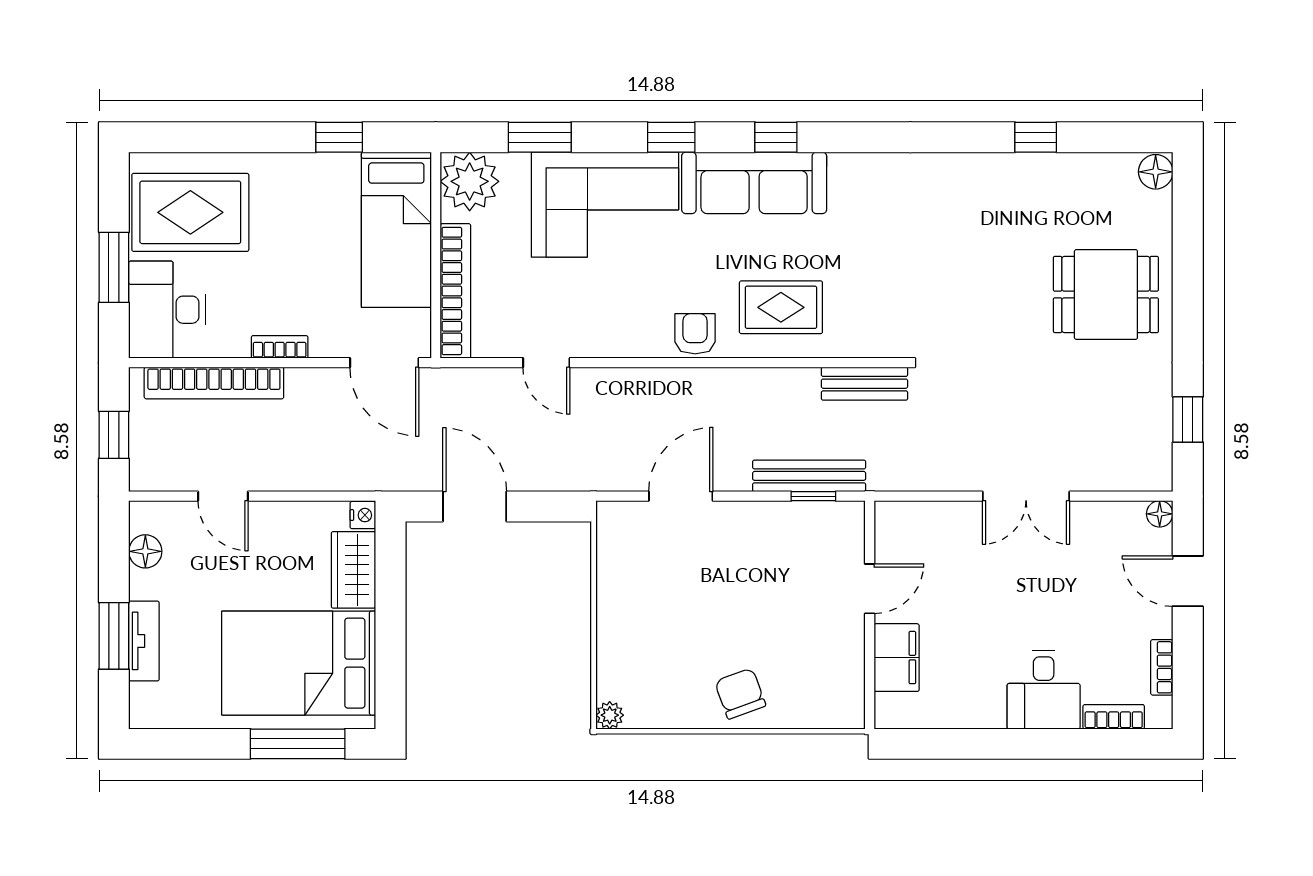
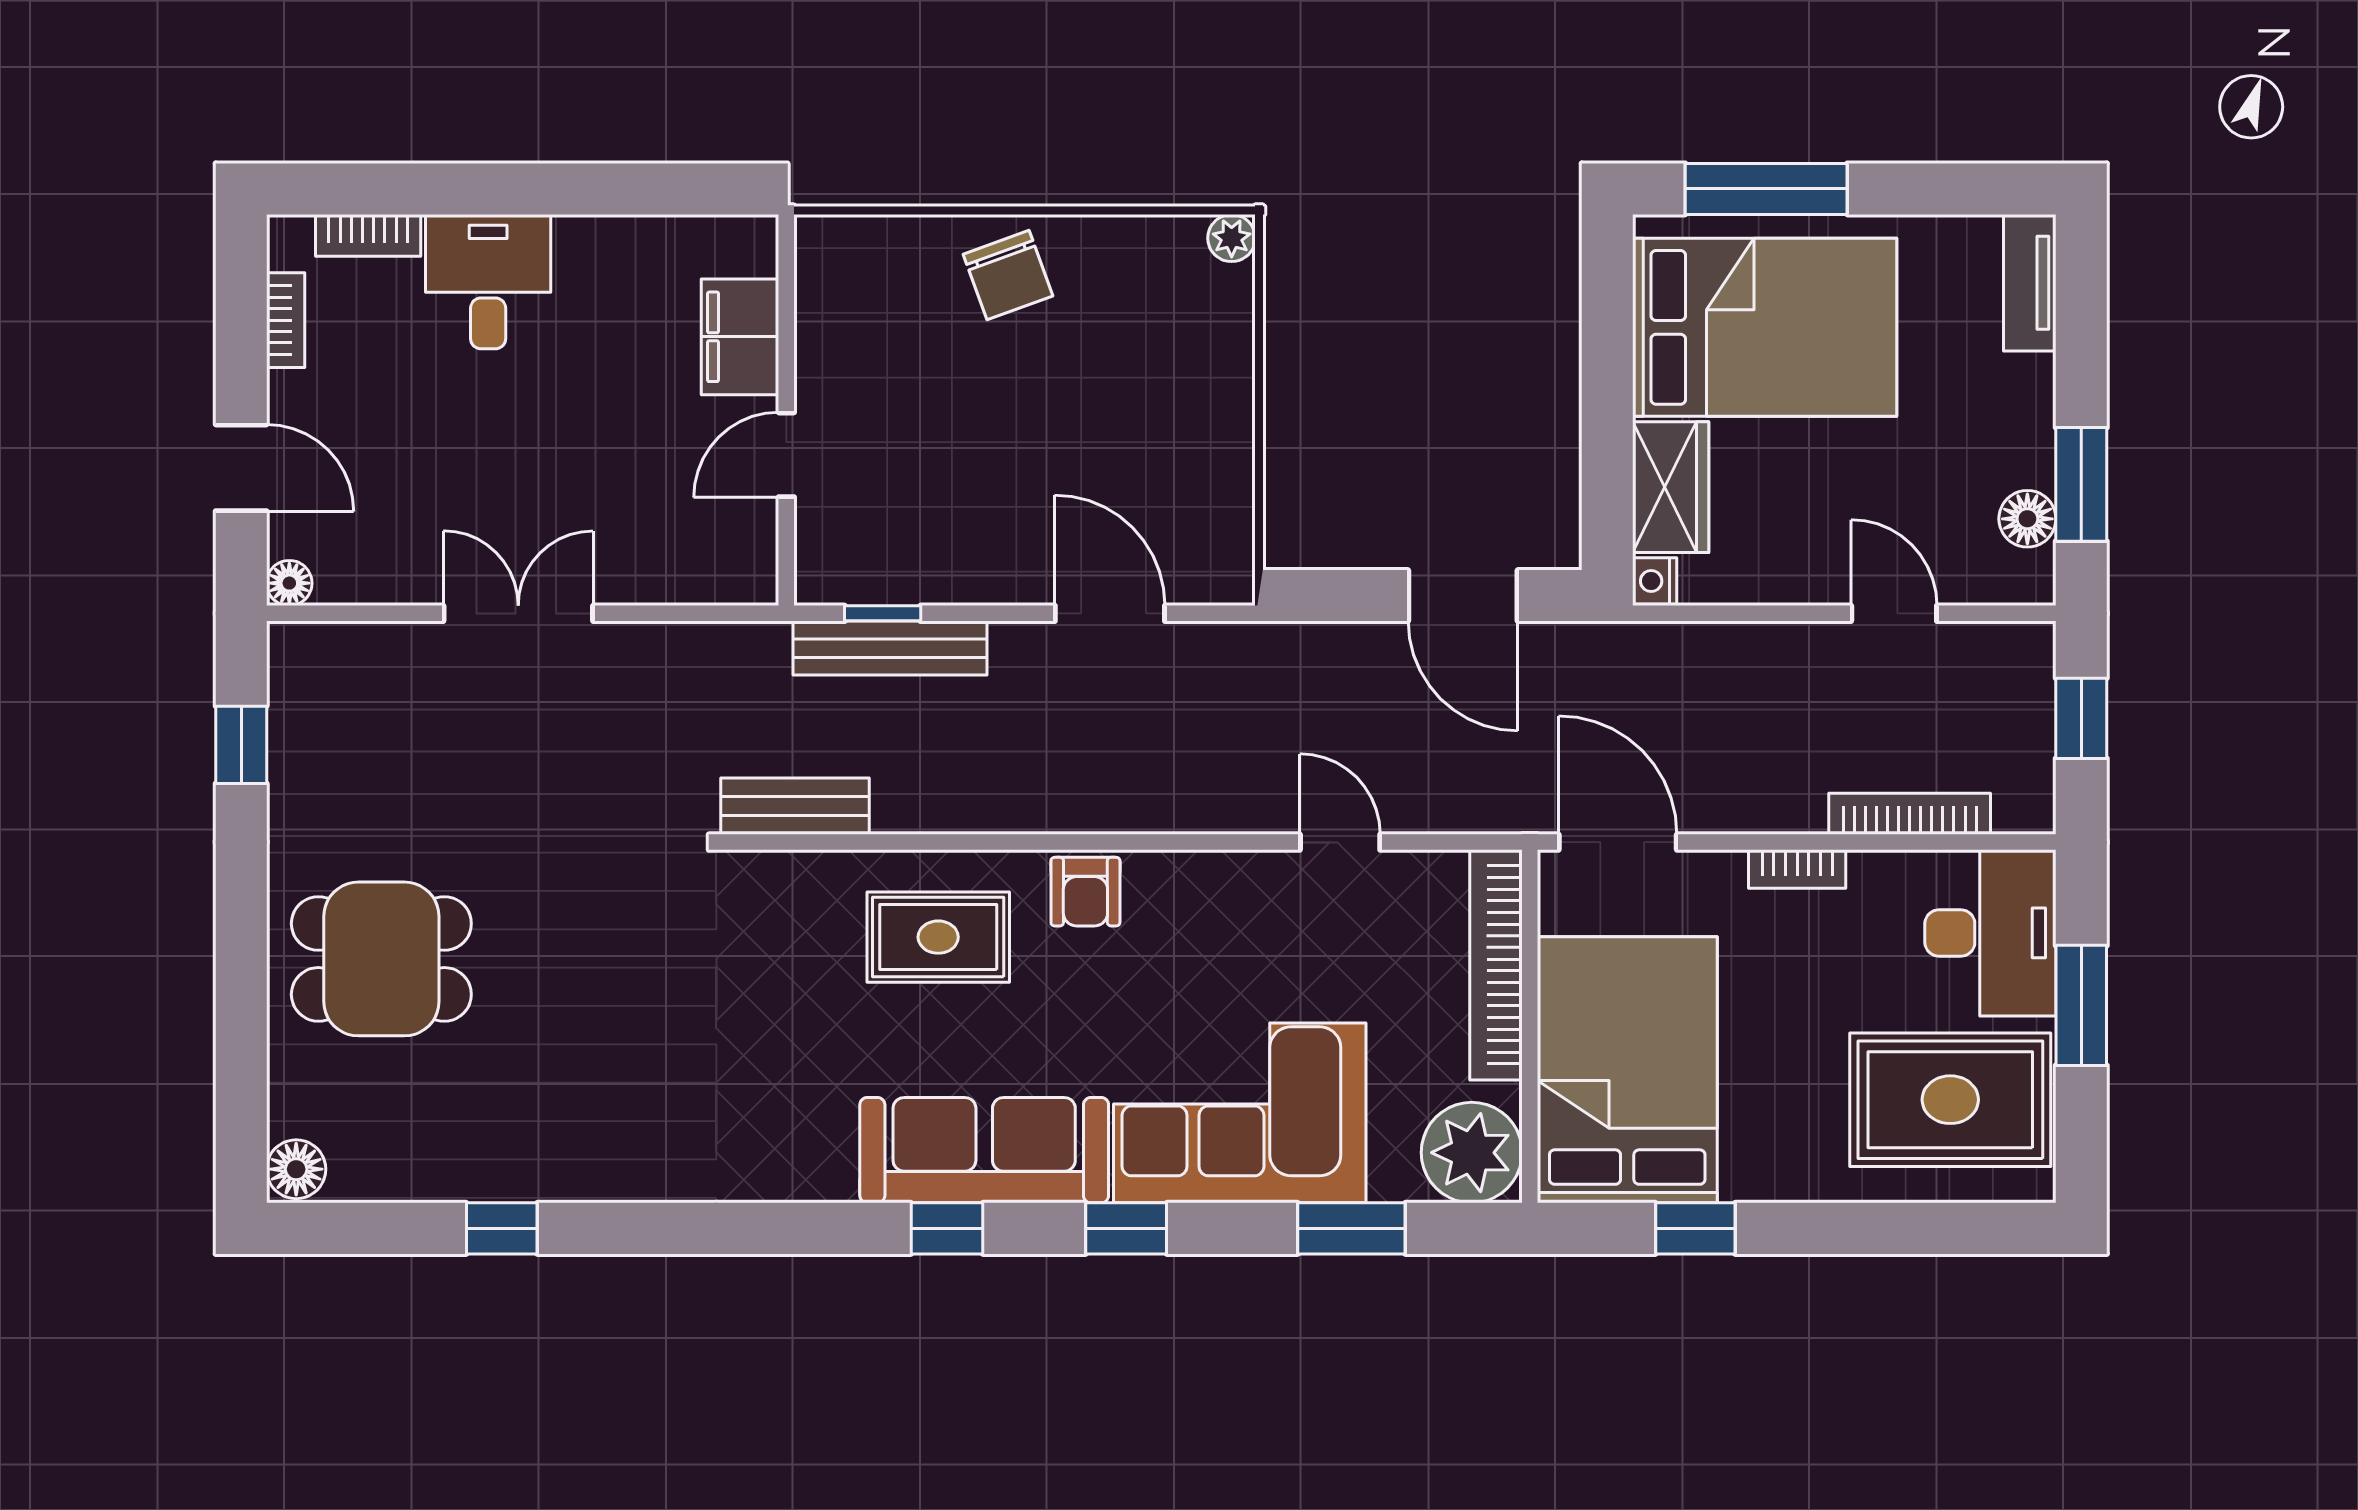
bed: (396, 230) -> (1627, 1070), width x1.50
bookcase: (214, 383) -> (1910, 814), width x0.68, depth x0.76
door: (681, 496) -> (1110, 613), swing flipped
window: (114, 636) -> (2081, 484), moved
tv unit: (144, 641) -> (2030, 283), moved

